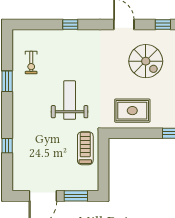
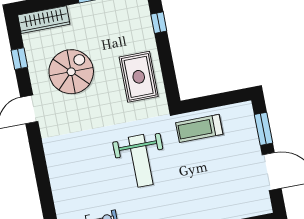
window: (70, 25) -> (43, 179), removed
weight bench: (70, 100) -> (141, 161), turned -90

